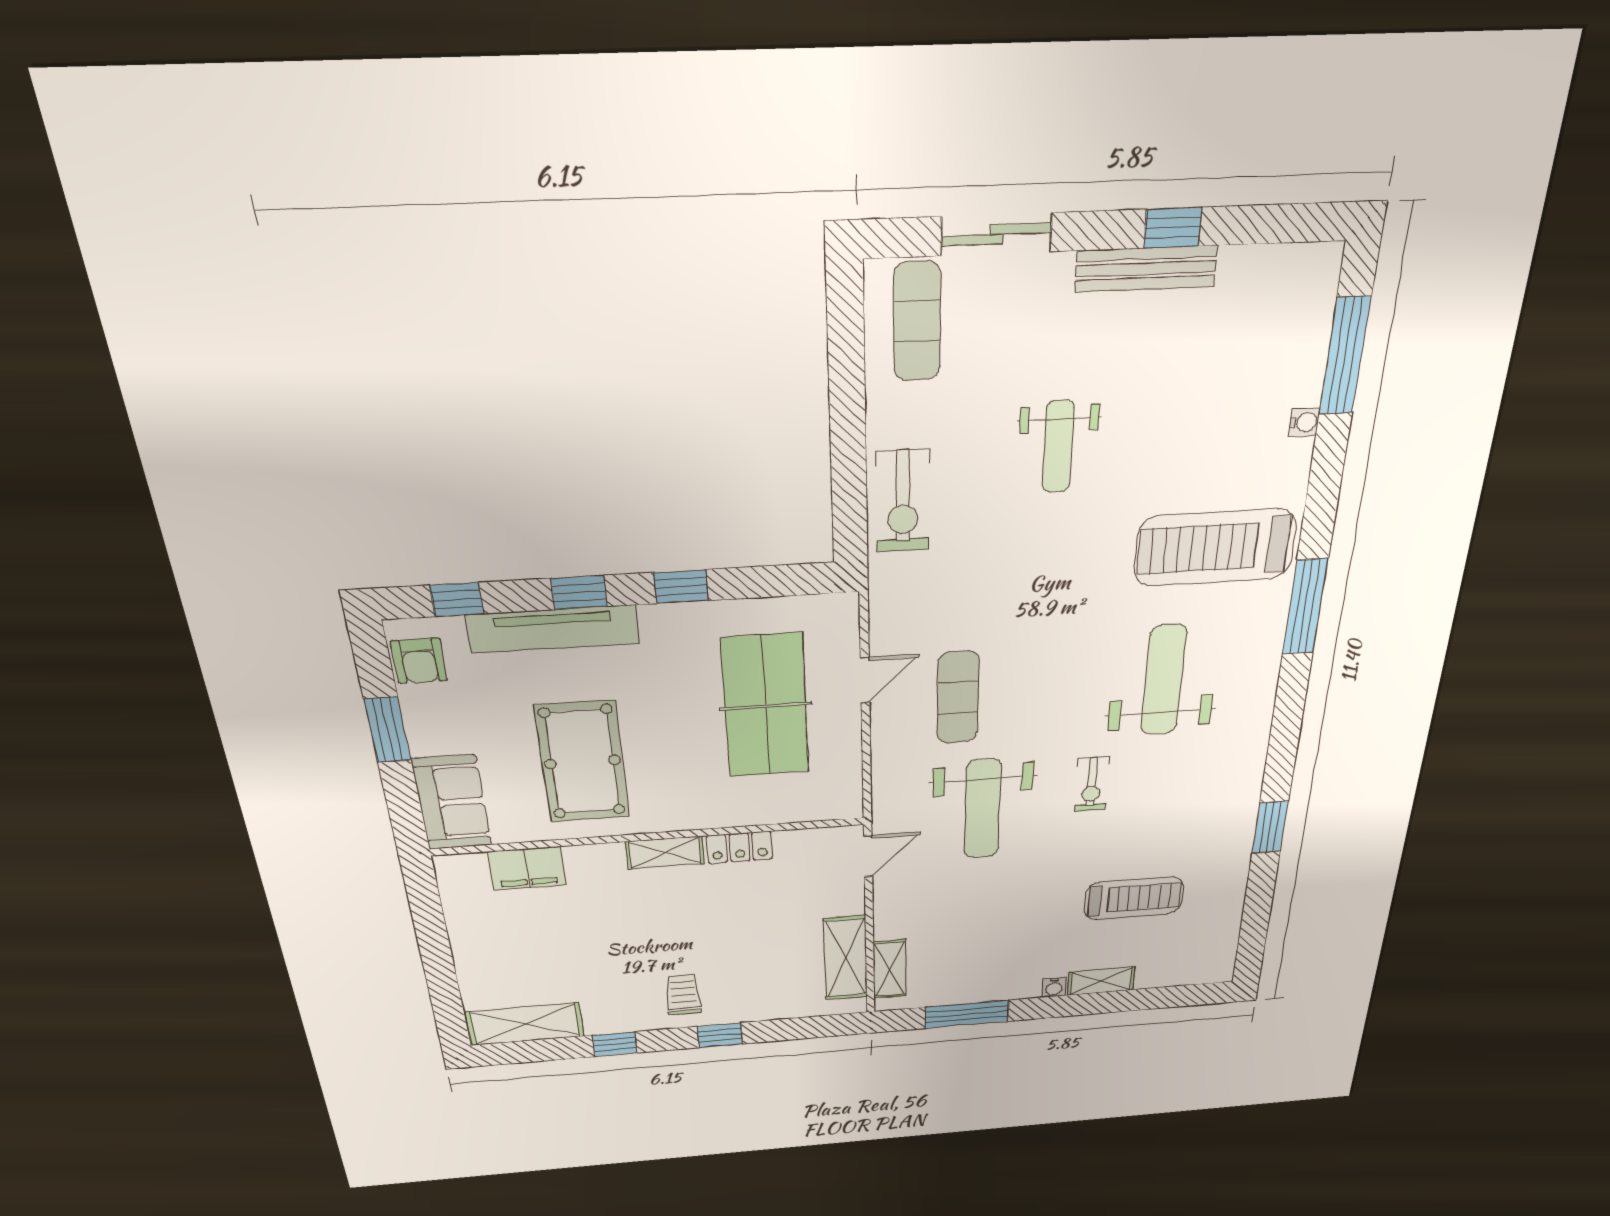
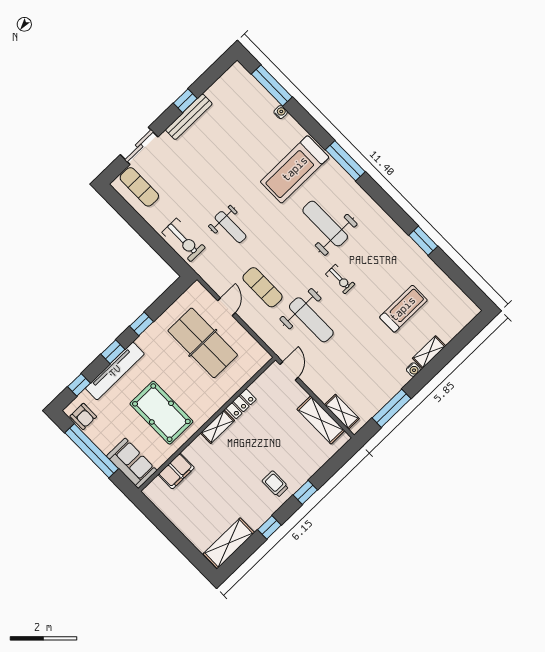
weight bench: (1058, 447) -> (231, 227), moved
window: (387, 730) -> (92, 451), width x2.11

